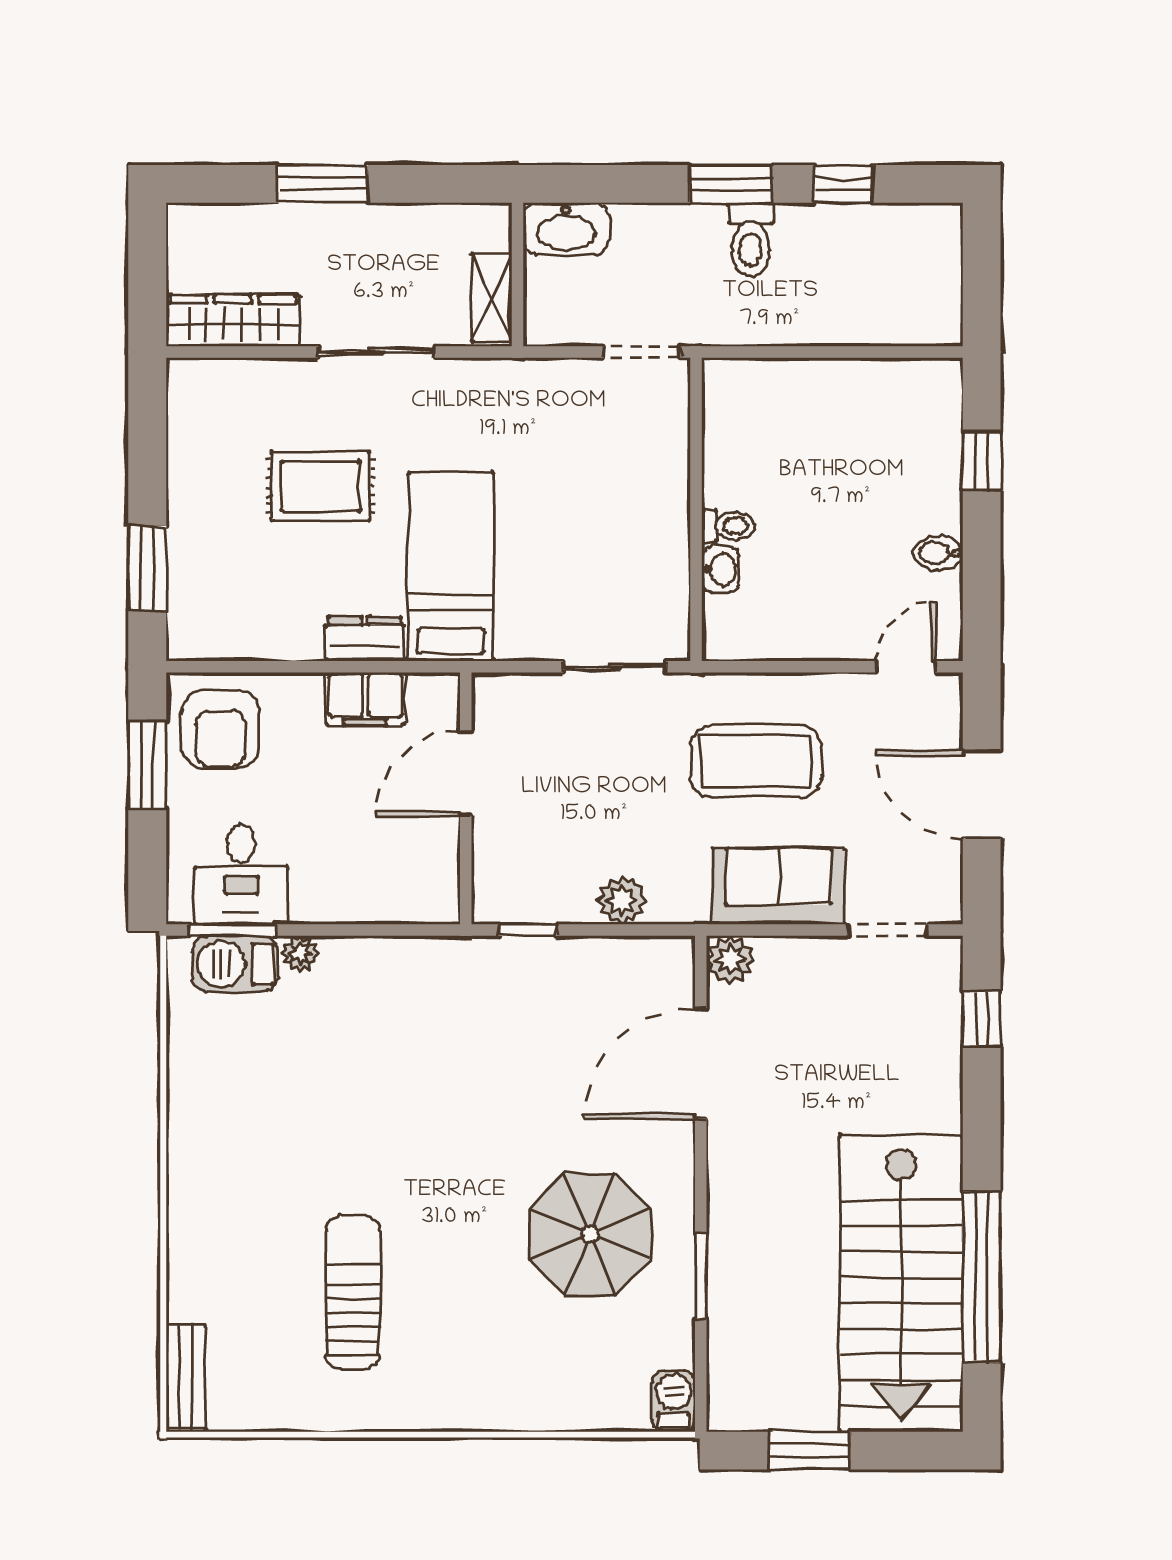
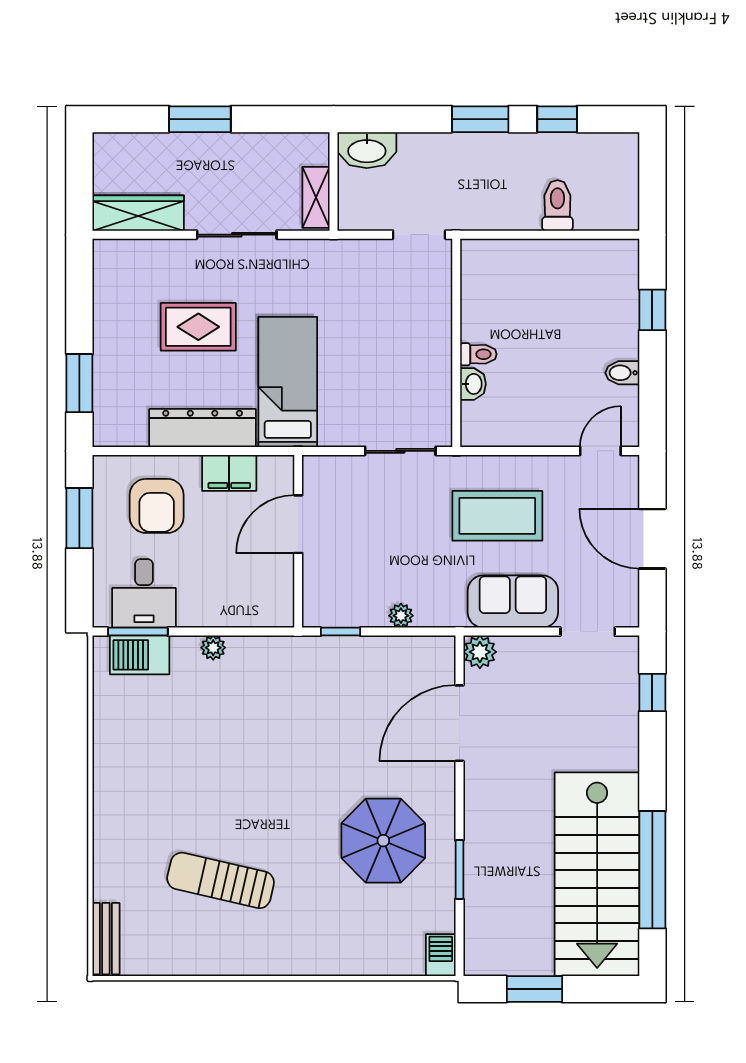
toilet: (751, 240) -> (557, 205), moved, turned 180
dresser: (365, 639) -> (203, 428), width x1.96, depth x1.24
armchair: (220, 729) -> (157, 506), moved
plant: (622, 900) -> (401, 616), width x0.73, depth x0.73
plant: (300, 953) -> (213, 648), moved
sun lounger: (353, 1292) -> (221, 880), turned -77

